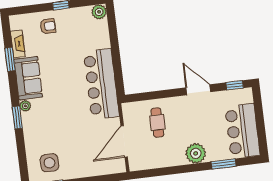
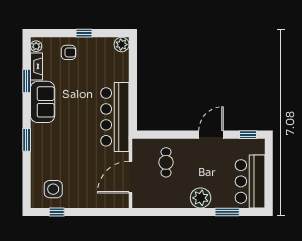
door: (198, 90) -> (211, 135), hinge flipped
plant: (25, 106) -> (36, 46), moved

